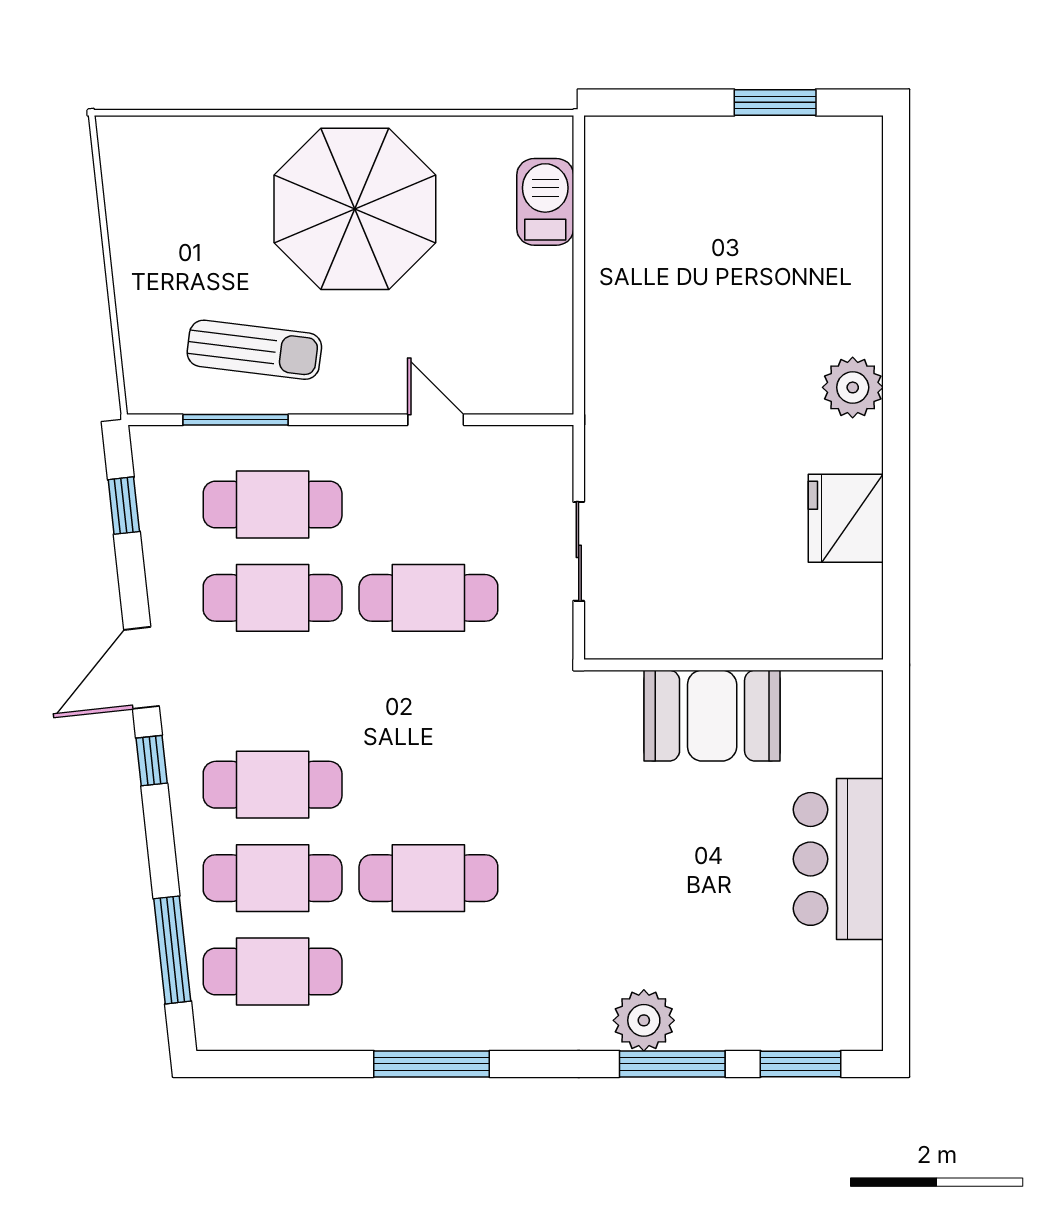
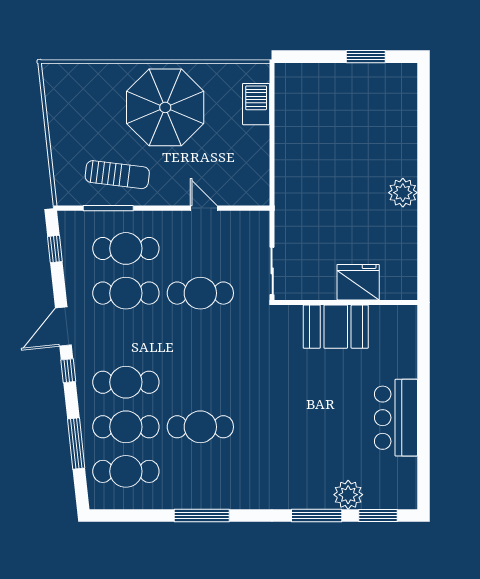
fridge: (846, 518) -> (358, 282), moved, turned 90
wall: (733, 665) -> (346, 302), moved
booth: (712, 716) -> (336, 327), moved
window: (172, 950) -> (76, 443), moved
plant: (644, 1020) -> (348, 495), moved

